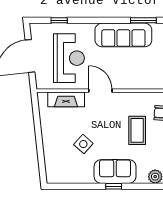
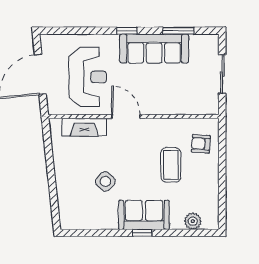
window: (59, 20) -> (127, 31), moved

